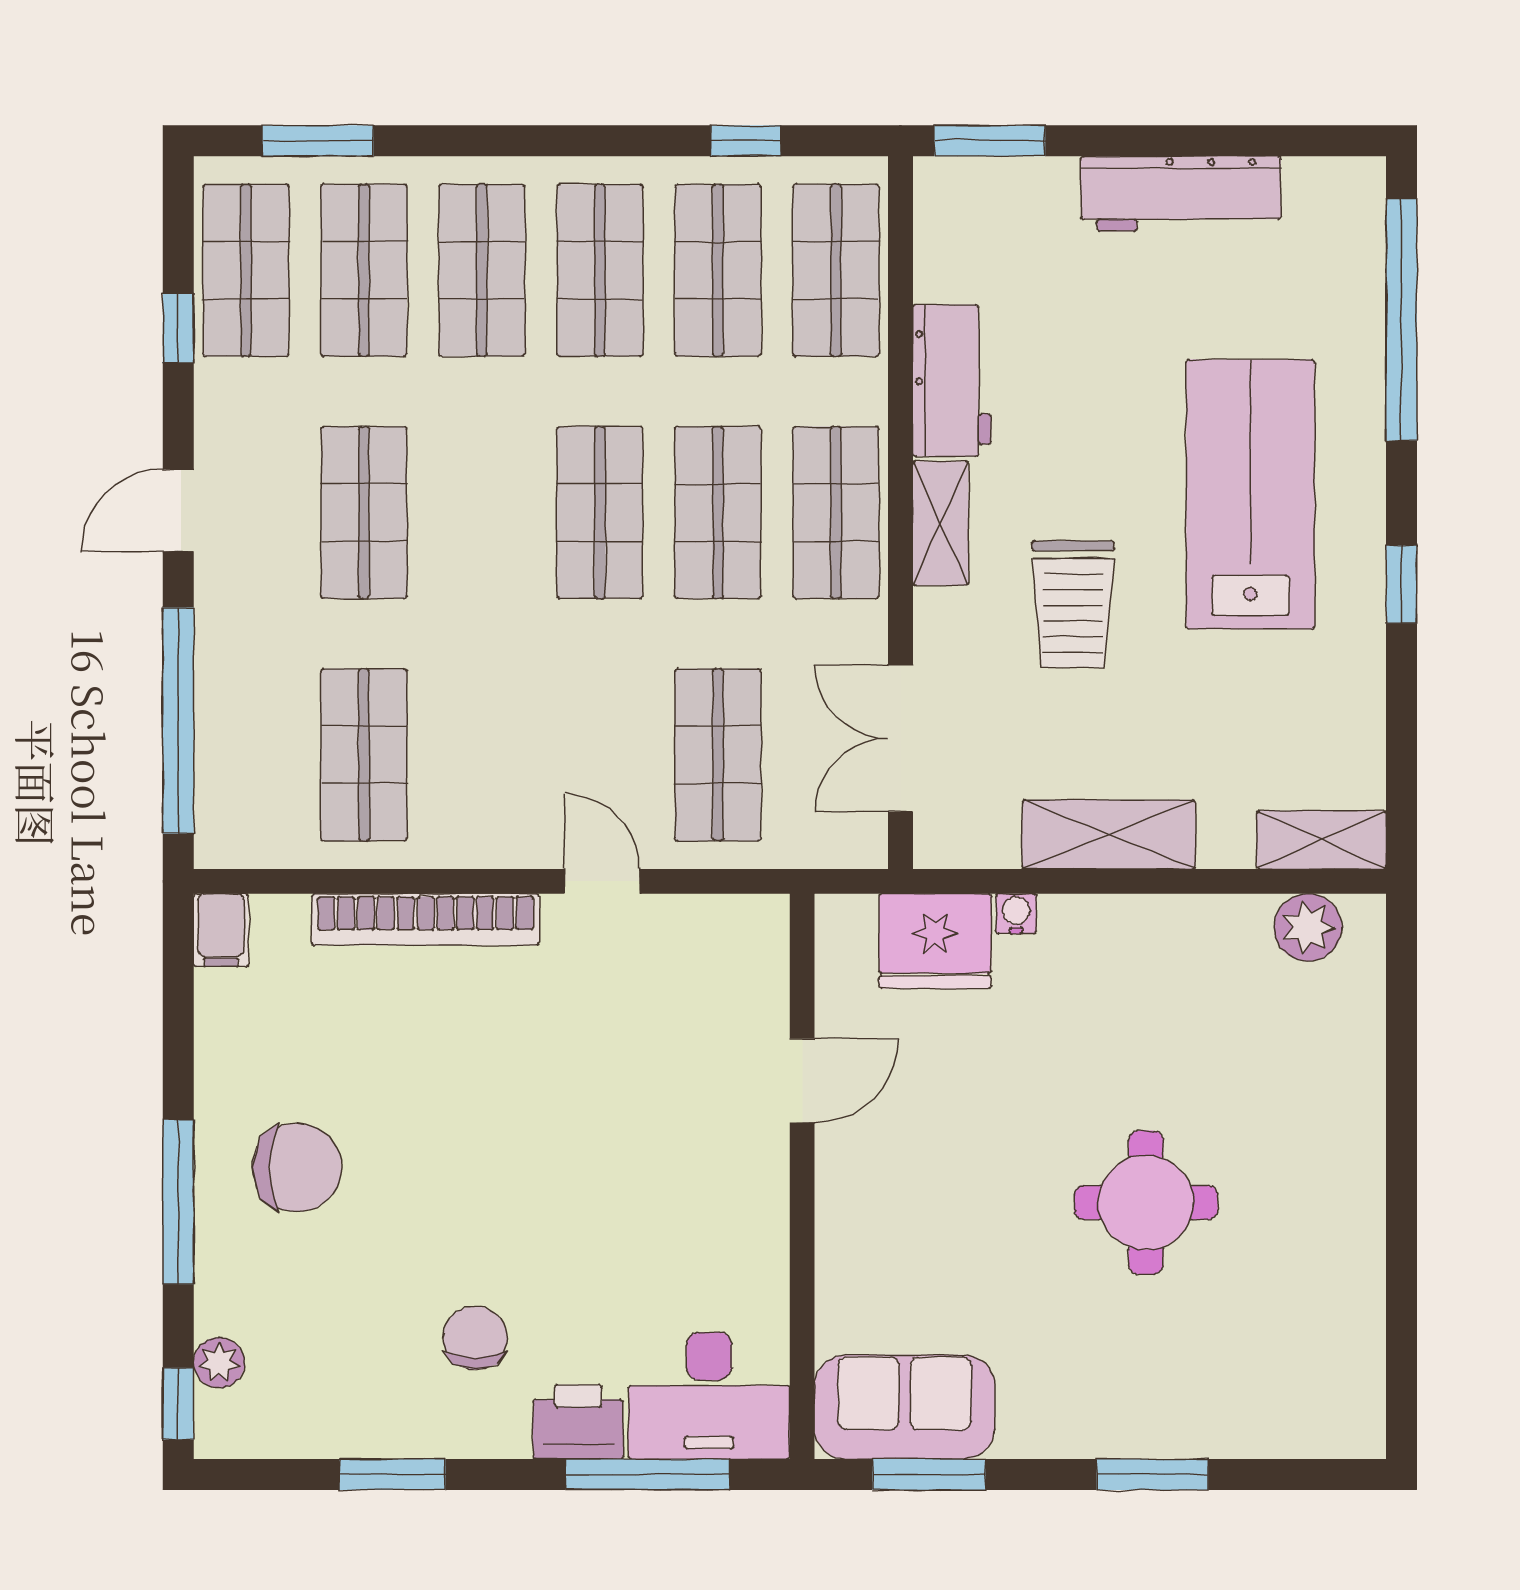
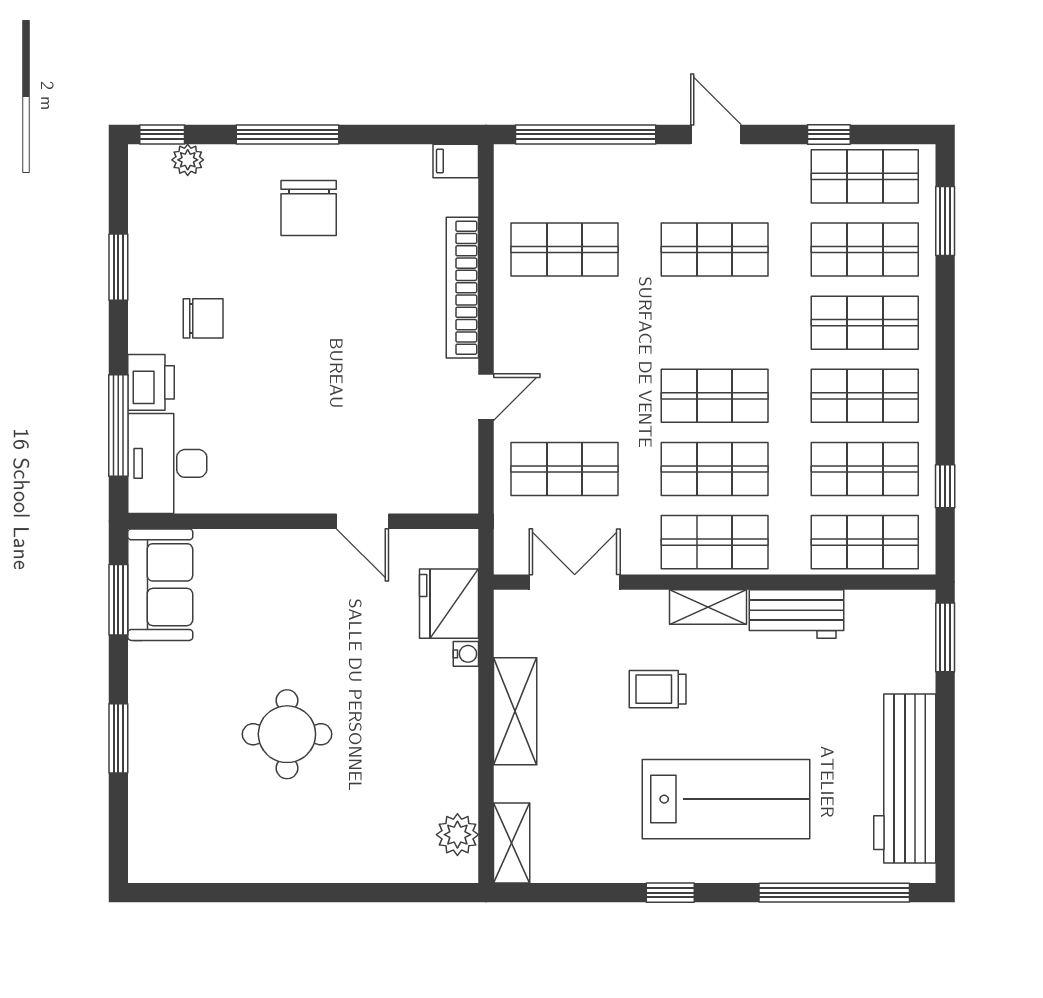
workbench: (1181, 194) -> (905, 779), width x1.36, depth x1.32
trolley: (1073, 604) -> (658, 689), width x0.73, depth x0.72

